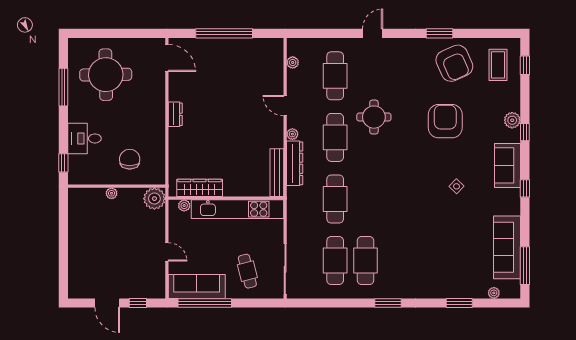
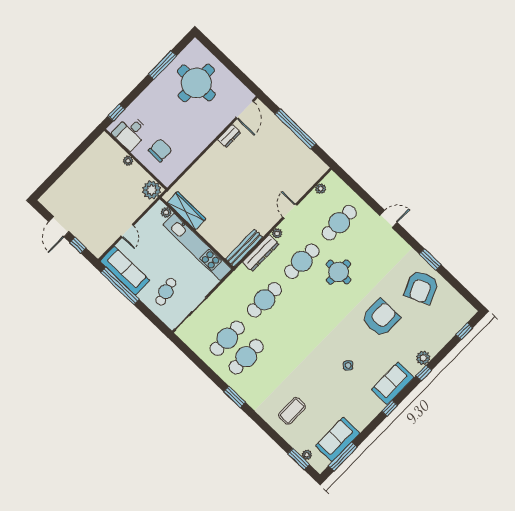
coffee table: (498, 65) -> (292, 411), moved
dresser: (175, 114) -> (229, 136), moved
desk: (85, 138) -> (130, 132), moved, turned -90
sofa: (507, 247) -> (338, 439), width x0.73
window: (459, 303) -> (299, 459), moved

